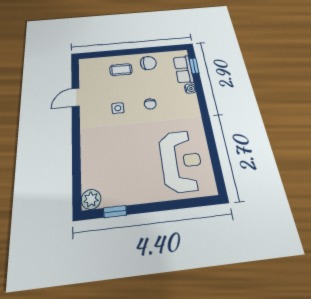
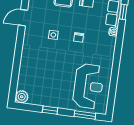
window: (189, 203) -> (85, 115), added
window: (115, 212) -> (50, 110), moved

